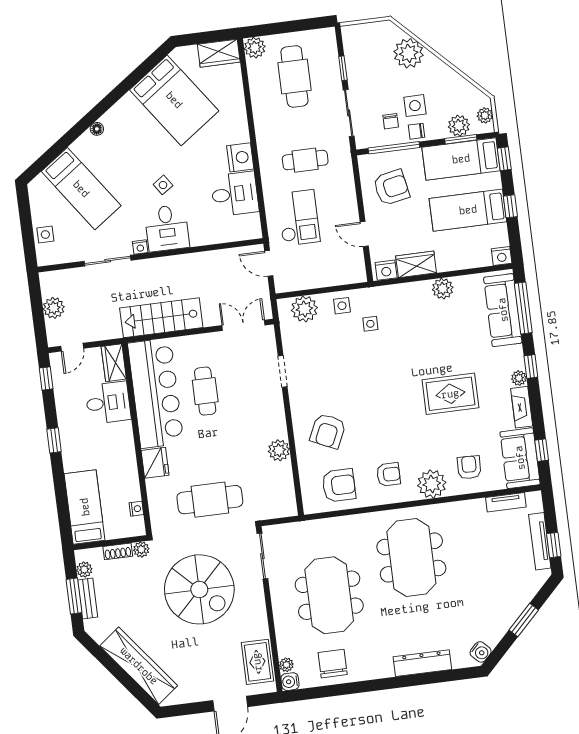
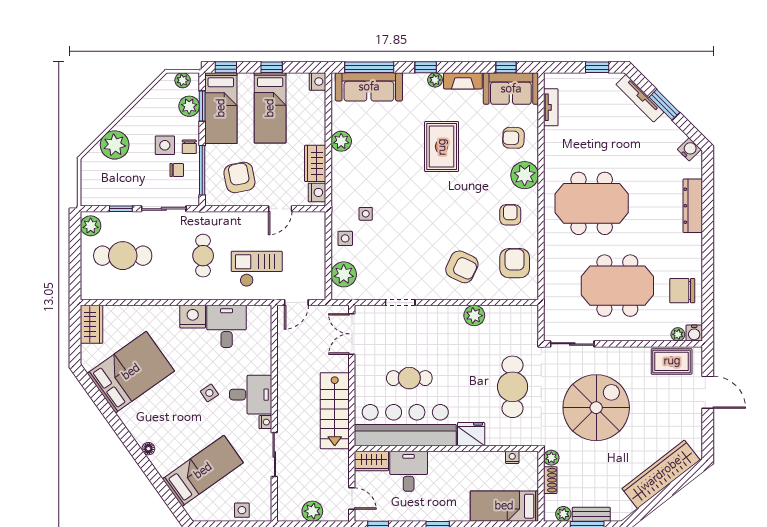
plant: (255, 48) -> (91, 226), moved
tv unit: (540, 541) -> (640, 98), moved, turned 45

